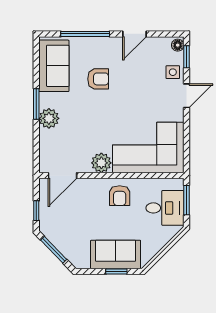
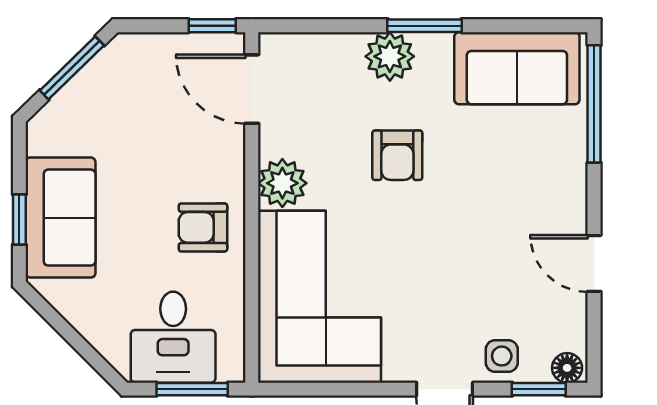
window: (85, 34) -> (594, 104), moved
armchair: (98, 79) -> (397, 155), moved
window: (36, 211) -> (212, 26), moved

